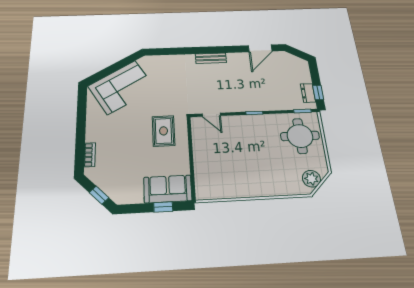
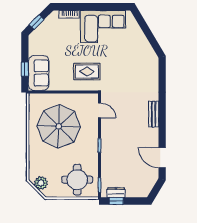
corner sofa: (122, 87) -> (103, 26), moved, turned -59
door: (211, 115) -> (99, 110), swing flipped
parasol: (236, 161) -> (59, 126), added

